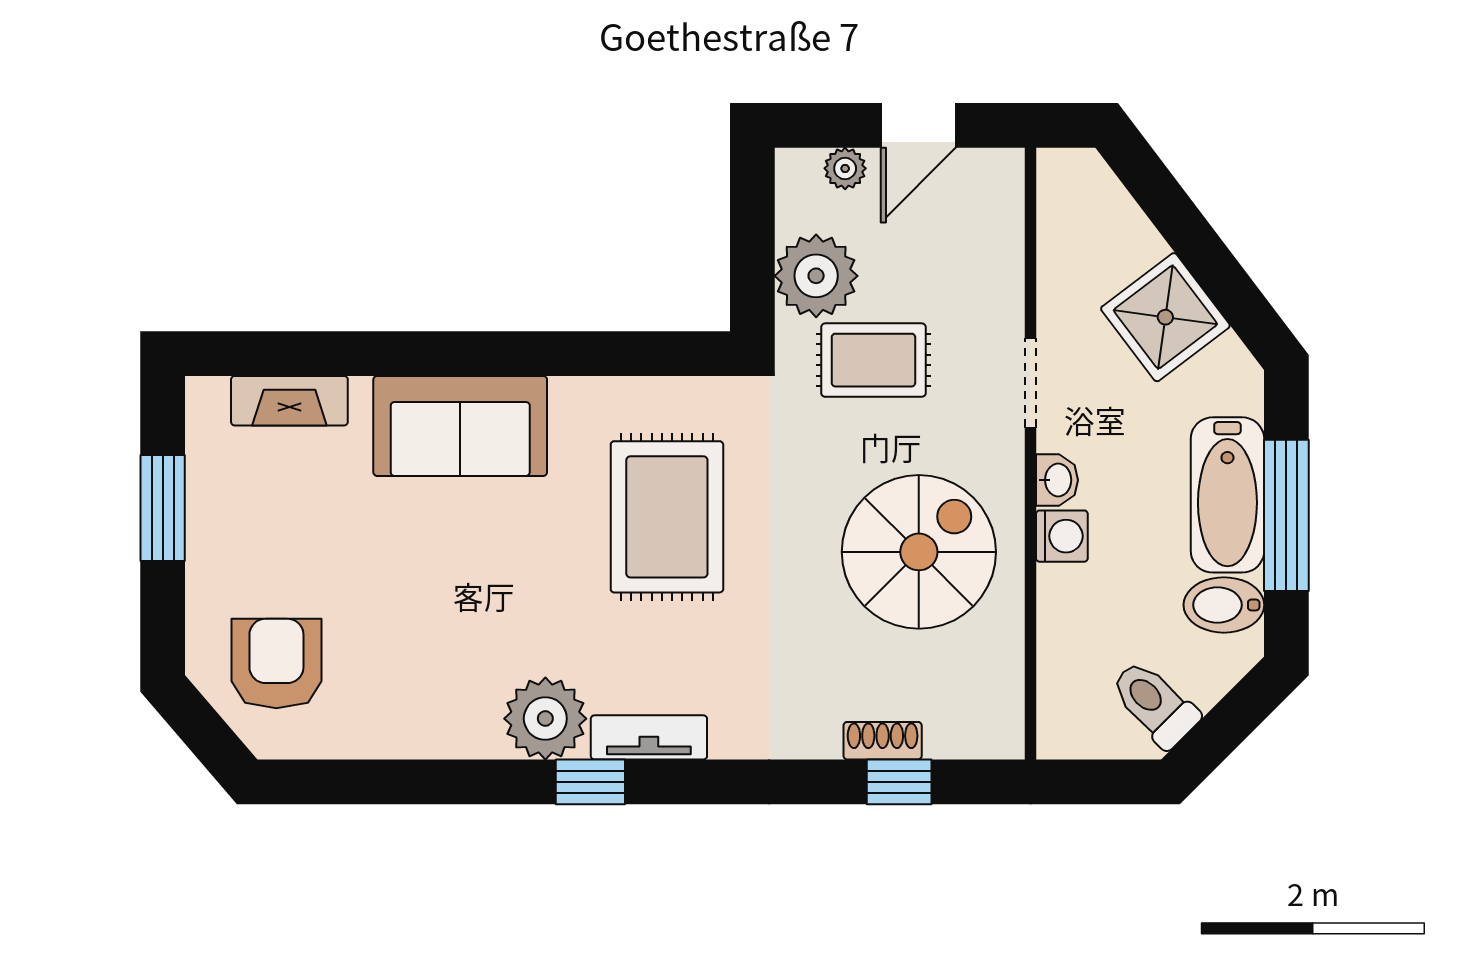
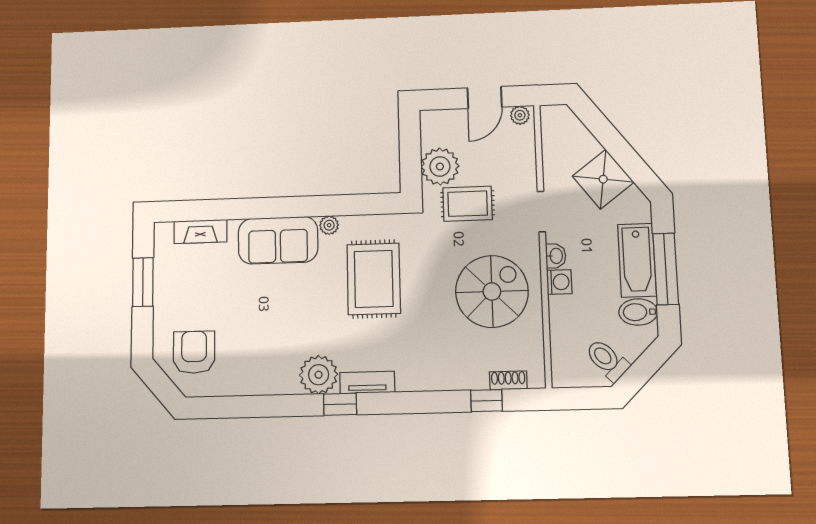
plant: (845, 168) -> (520, 115), moved
plant: (572, 397) -> (329, 225), added
shoe rack: (883, 741) -> (508, 380), moved

